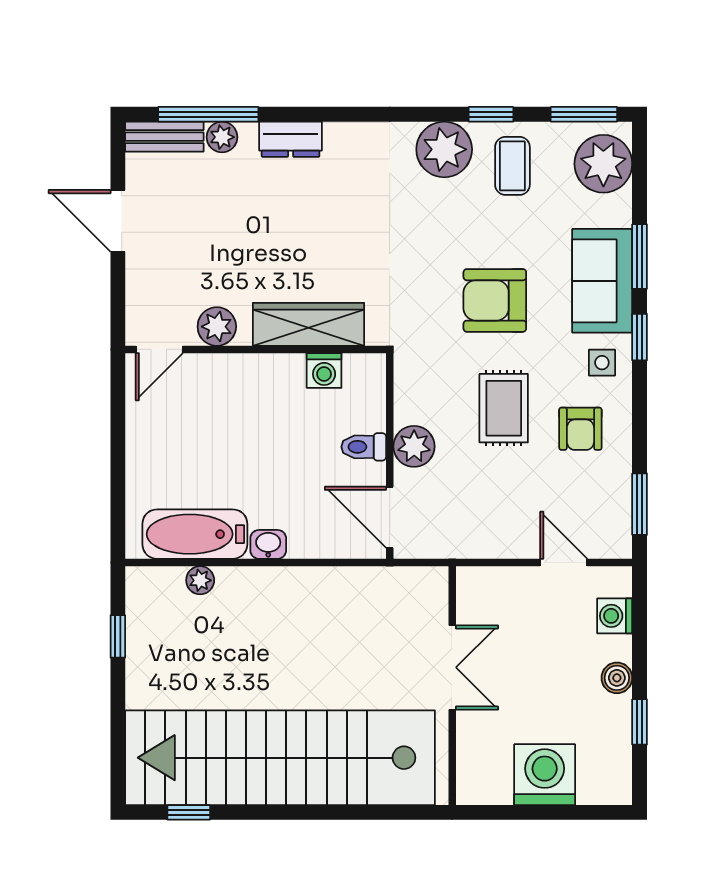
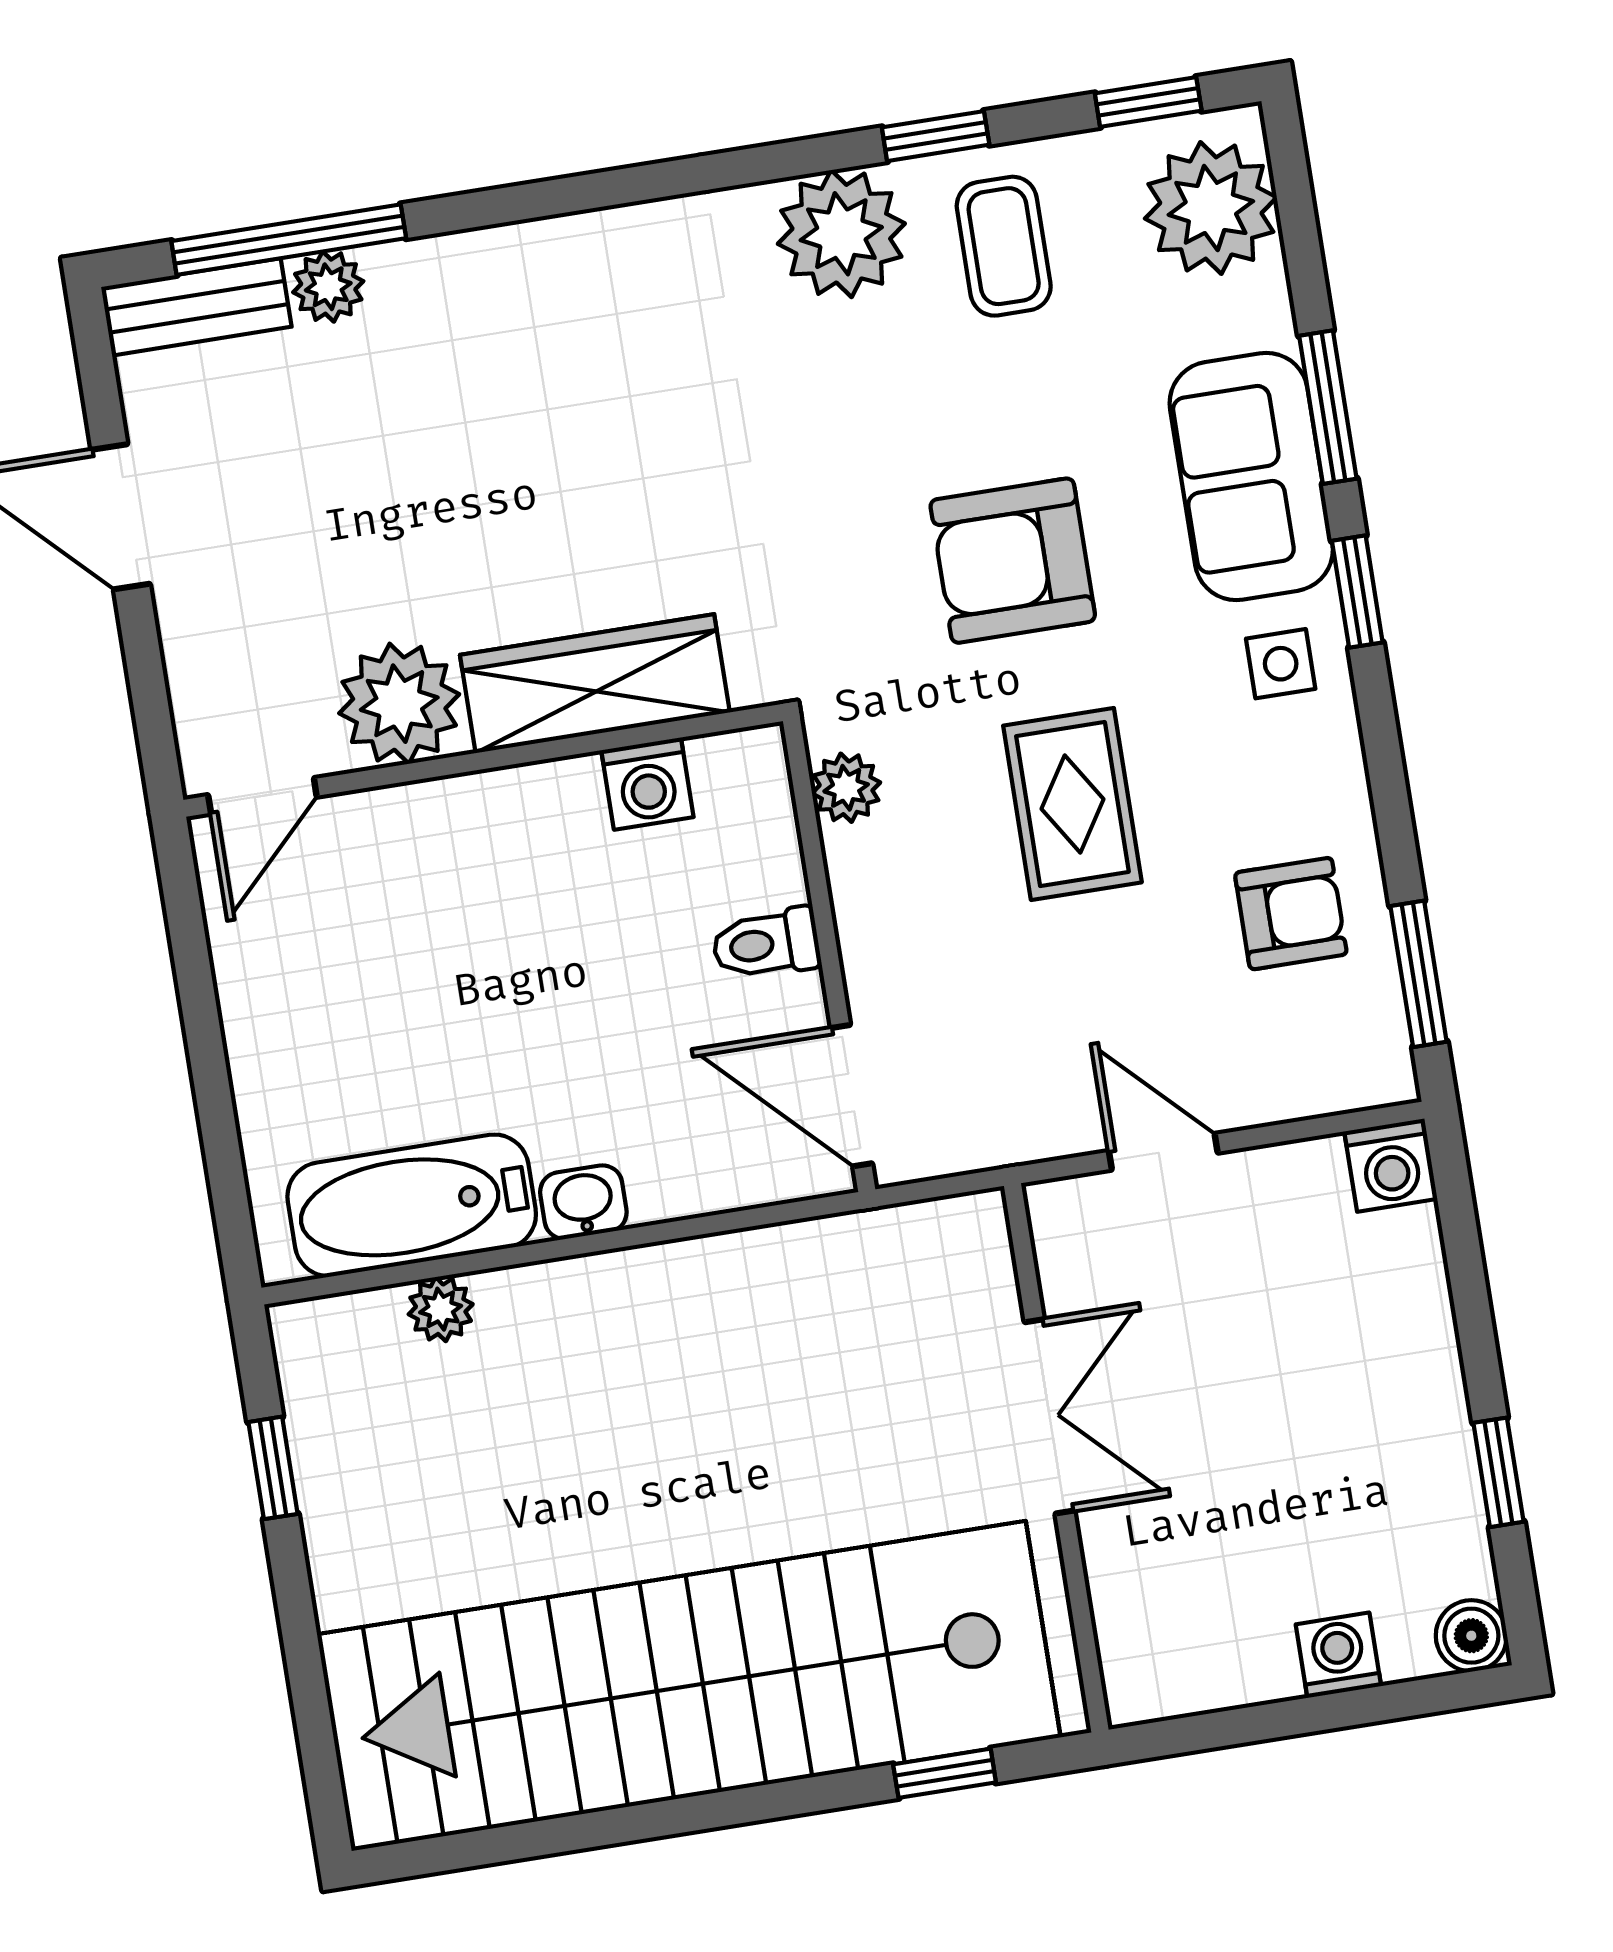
window: (584, 114) -> (1148, 102), width x0.67
dresser: (291, 139) -> (486, 267), removed
plant: (217, 327) -> (399, 704), width x1.36, depth x1.36
armchair: (580, 429) -> (1291, 914), moved, turned -90
plant: (414, 446) -> (846, 788), moved, width x0.73, depth x0.73
door: (564, 563) -> (1163, 1152), moved
washing machine: (615, 616) -> (1391, 1165), moved, turned -90
boiler: (617, 678) -> (1471, 1636), moved
washing machine: (545, 775) -> (1338, 1655), width x0.53, depth x0.53
window: (189, 812) -> (945, 1773), moved

